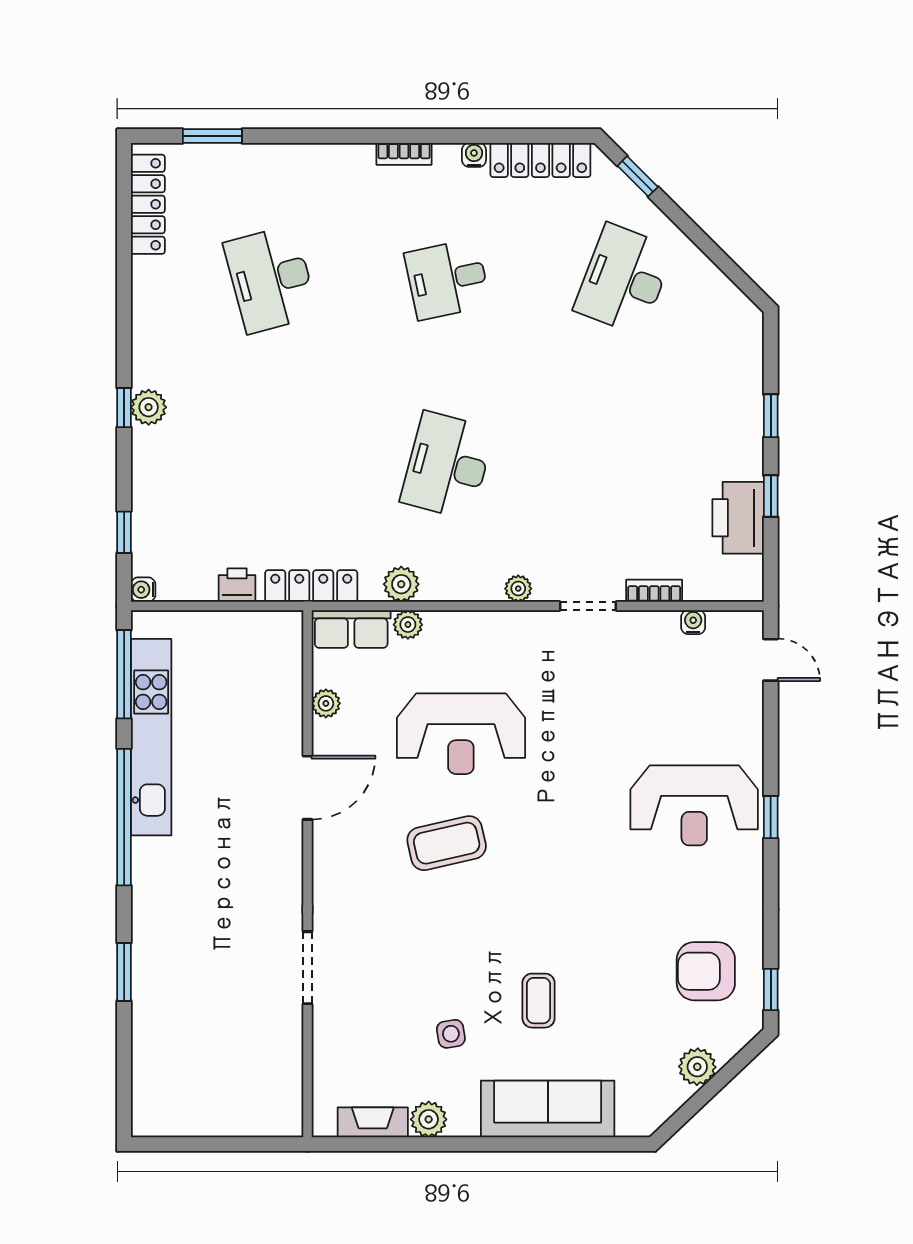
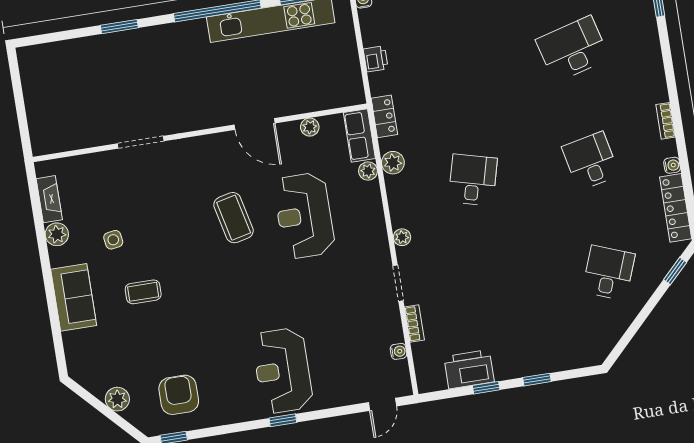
desk: (624, 279) -> (609, 273), width x0.73
desk: (447, 465) -> (473, 180), width x0.73
locker: (311, 586) -> (384, 116), width x0.66
sofa: (548, 1109) -> (74, 297), width x0.73

